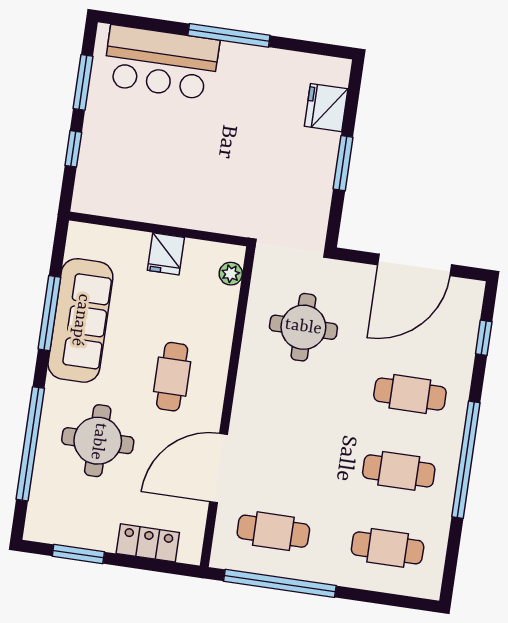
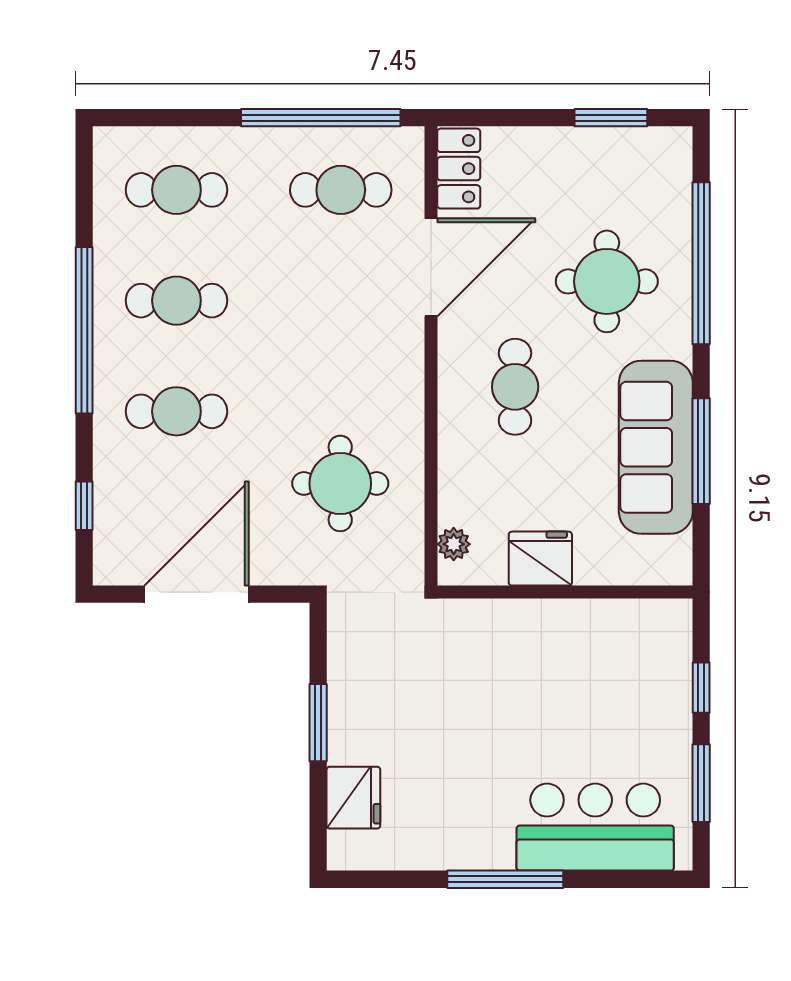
fridge: (166, 254) -> (540, 559), width x1.38
locker: (148, 543) -> (459, 169), moved, turned -90

